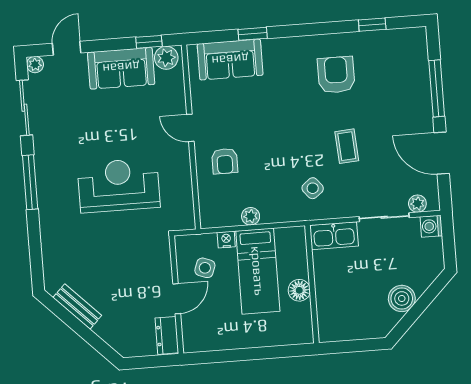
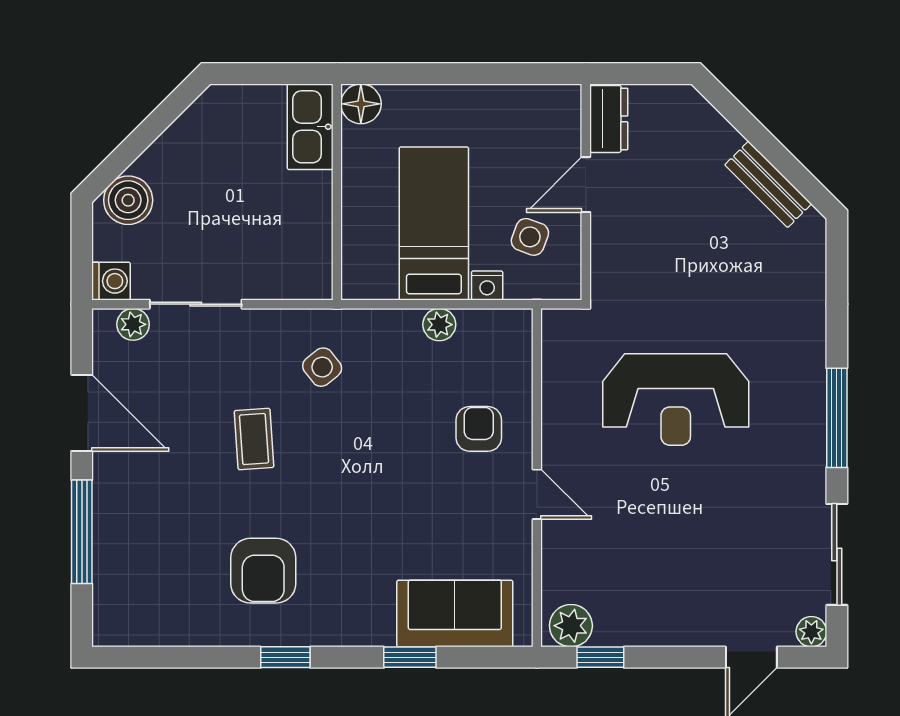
window: (372, 25) -> (285, 657), moved
sofa: (121, 68) -> (655, 613), removed
kitchen sink: (334, 236) -> (310, 127), moved, turned -90
floor lamp: (299, 290) -> (361, 104), moved
boiler: (402, 298) -> (128, 200), moved

